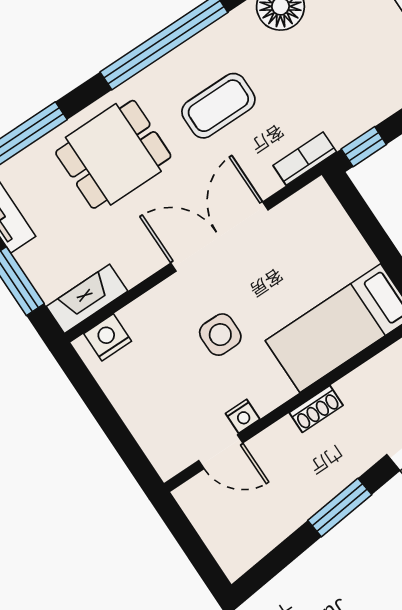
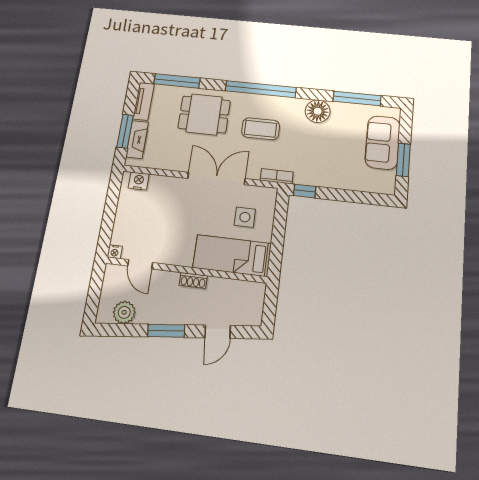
fireplace: (87, 299) -> (137, 140), moved, turned 90
side table: (220, 335) -> (245, 217), moved
nightstand: (243, 416) -> (115, 252), moved
plant: (259, 534) -> (124, 312), added

